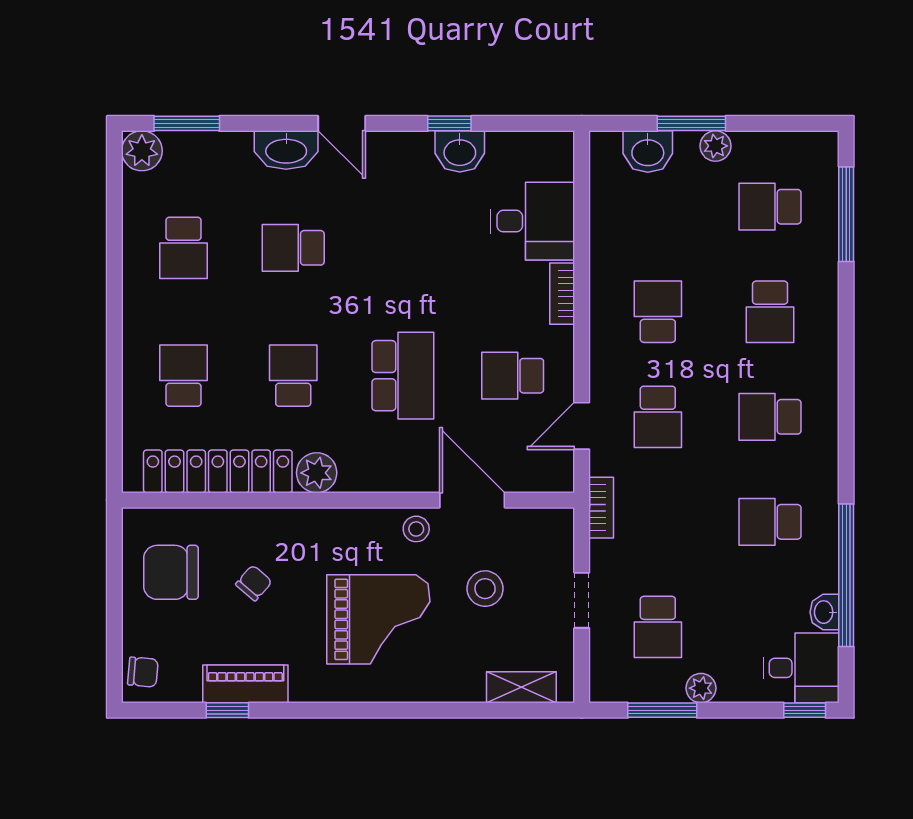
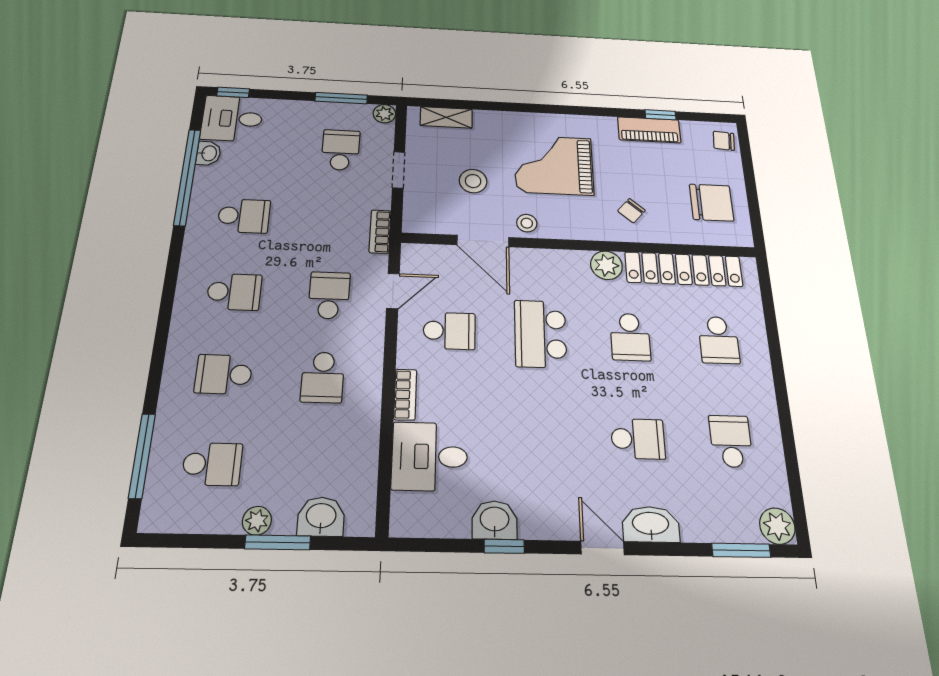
school desk: (770, 312) -> (224, 374), turned -90
chair: (254, 583) -> (631, 211), moved
plant: (701, 688) -> (384, 114), moved

